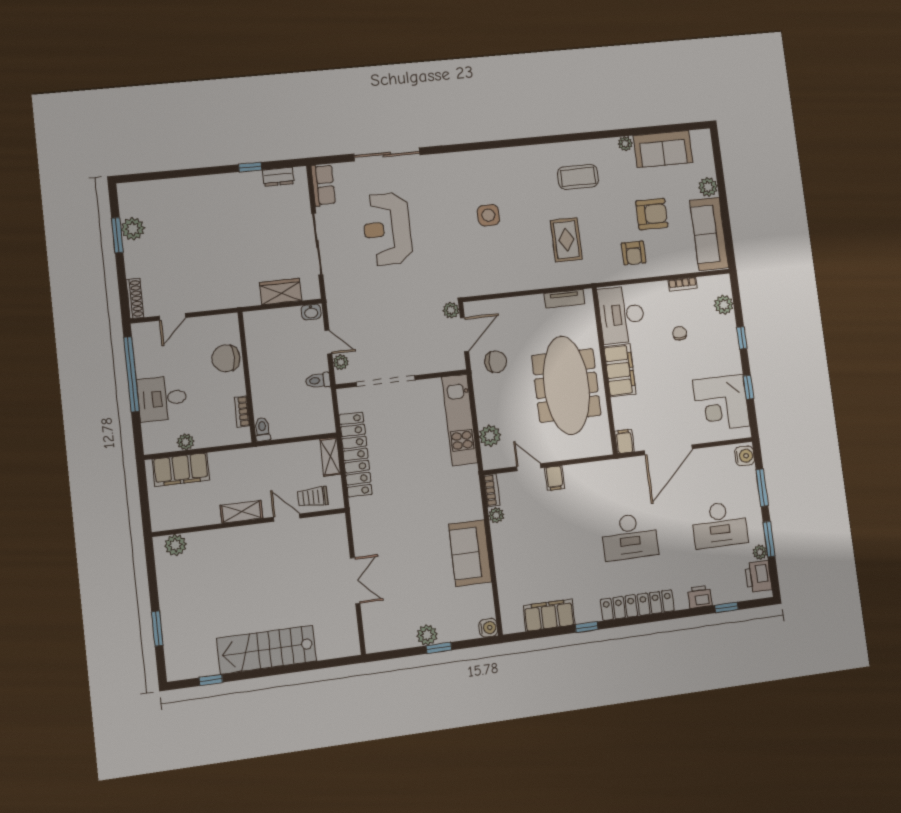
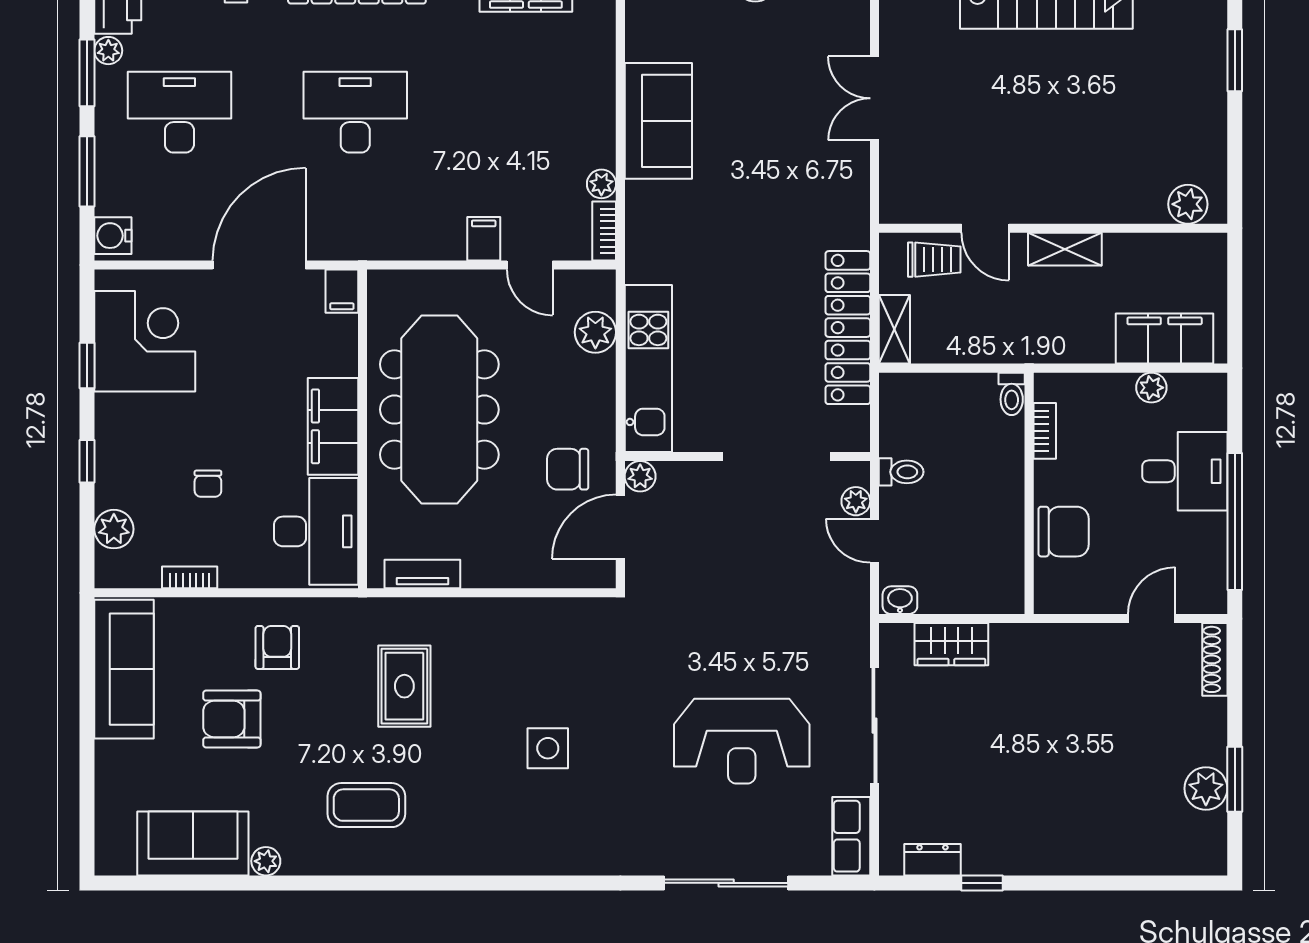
plant: (708, 187) -> (114, 761), removed
reception desk: (387, 229) -> (742, 741), turned 90
plant: (451, 310) -> (640, 476), moved

